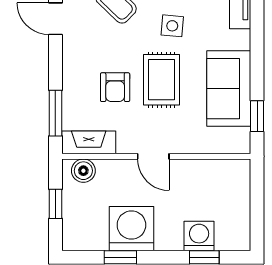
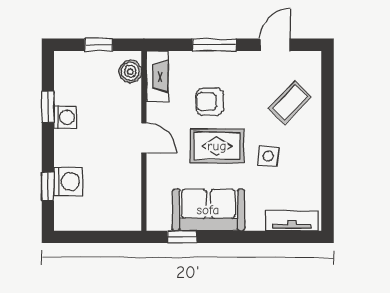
window: (55, 113) -> (214, 45), moved
door: (153, 156) -> (144, 138), swing flipped
washing machine: (131, 229) -> (65, 117), width x0.53, depth x0.53

